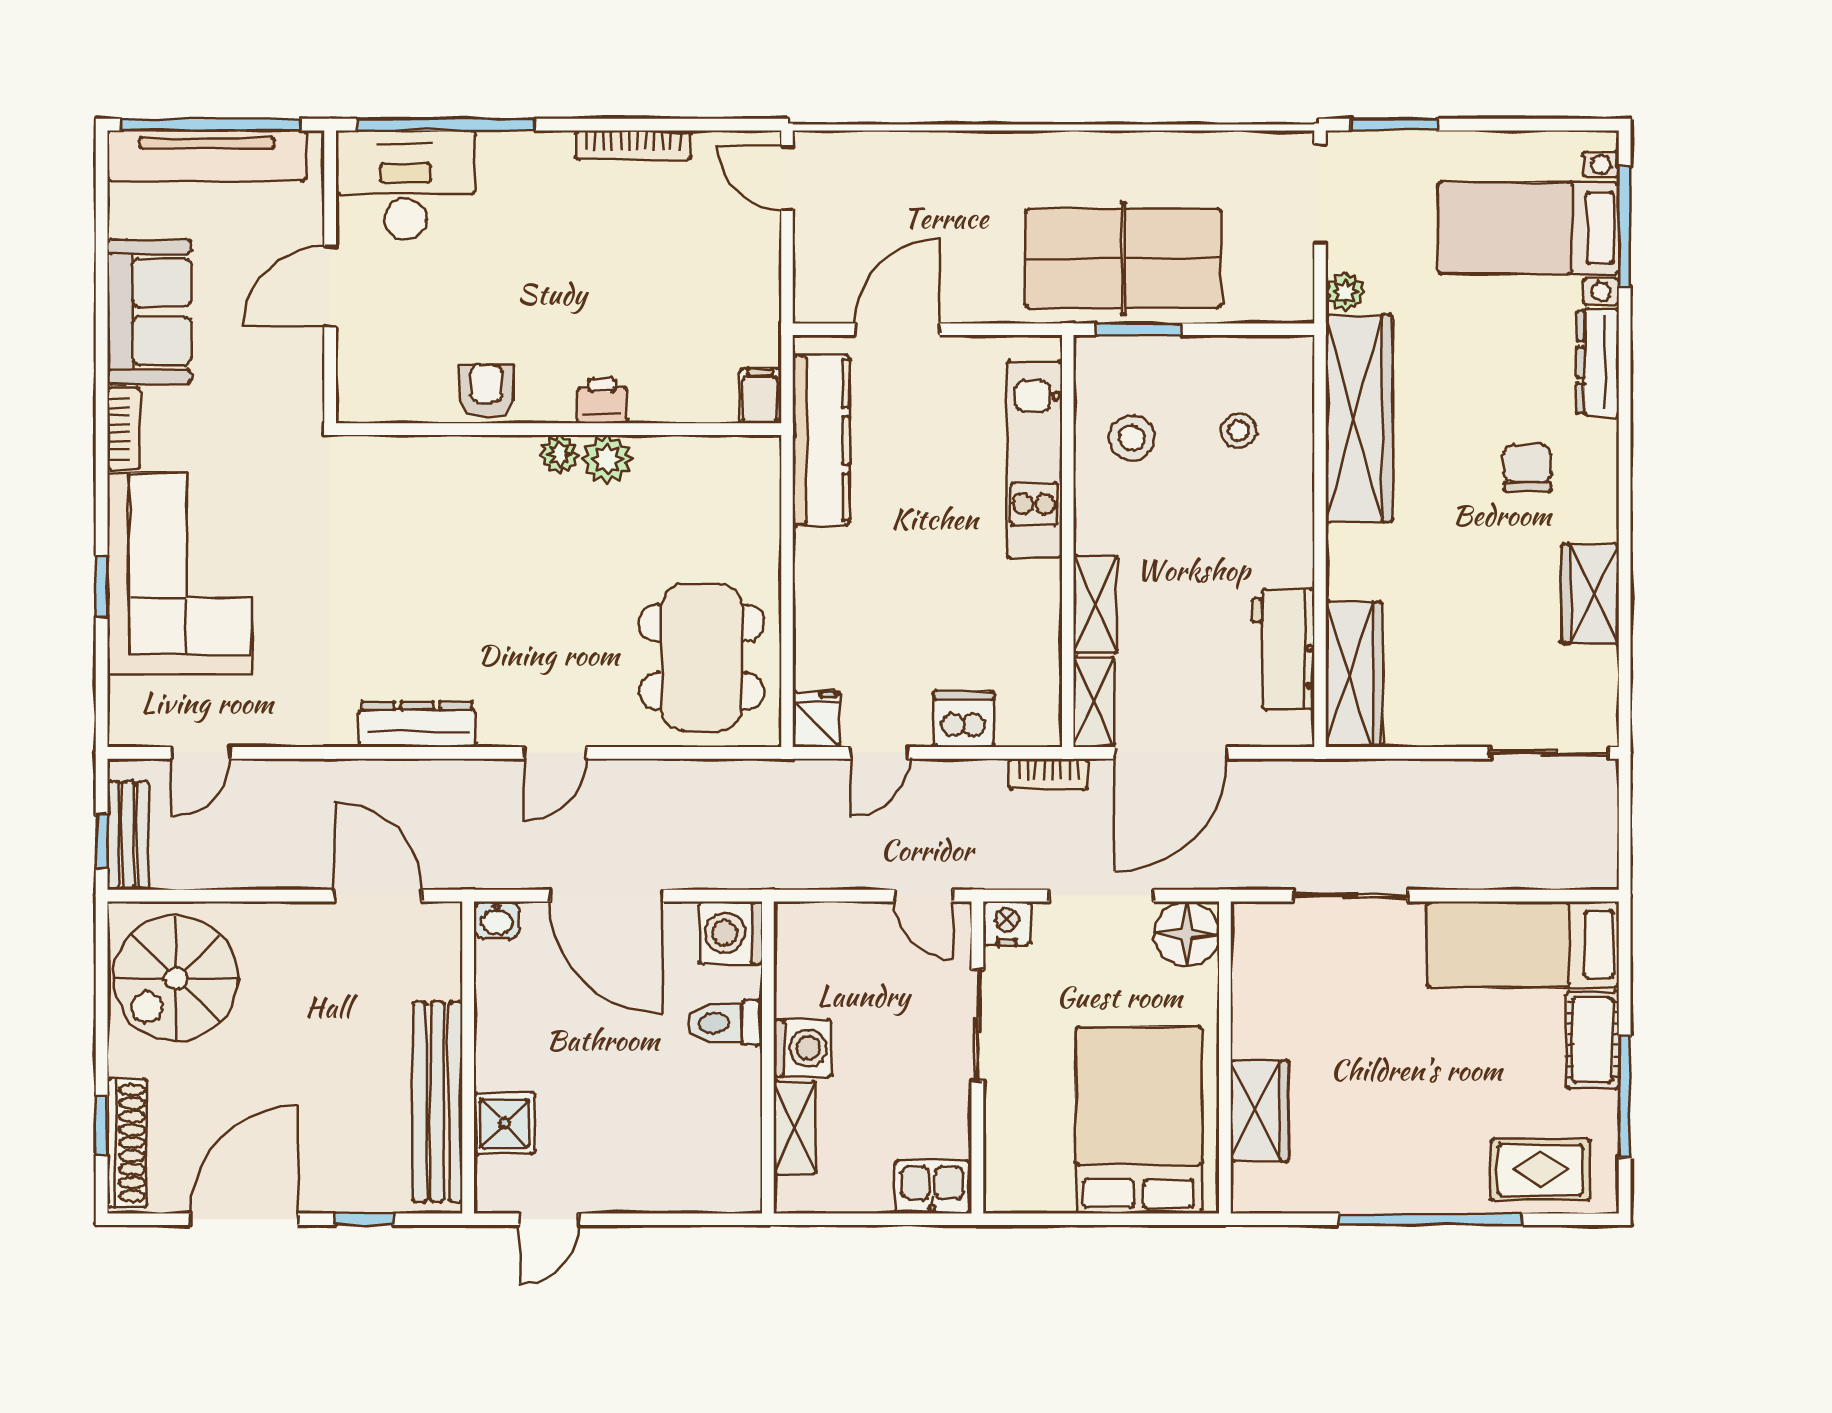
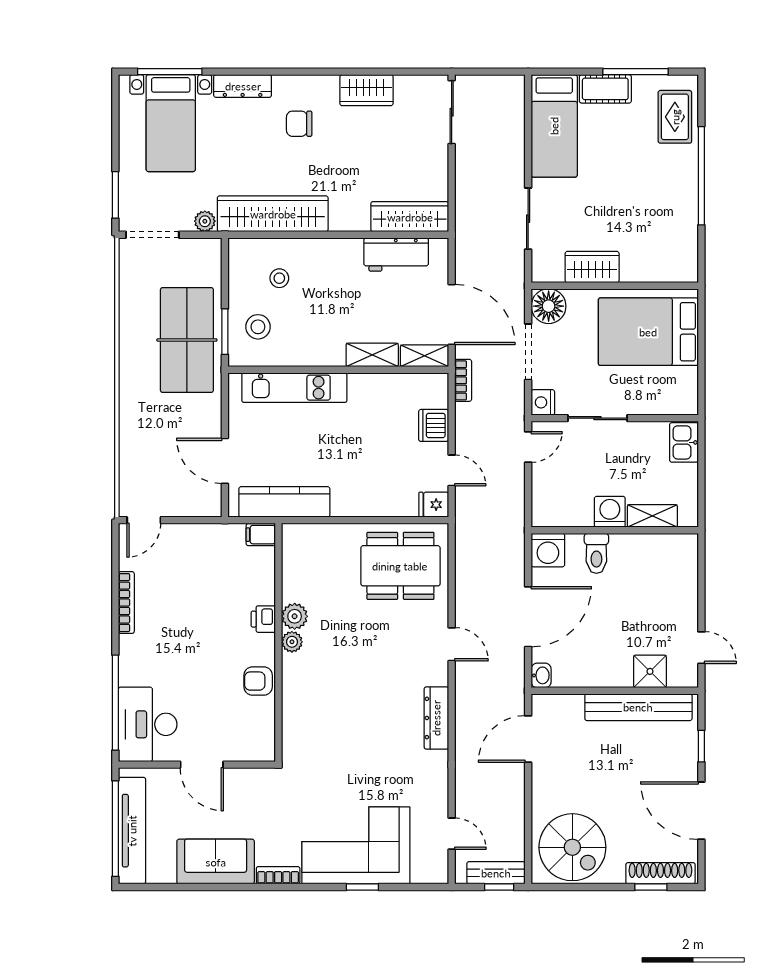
stool: (1132, 438) -> (258, 327), moved
wardrobe: (1260, 1111) -> (592, 267), moved

